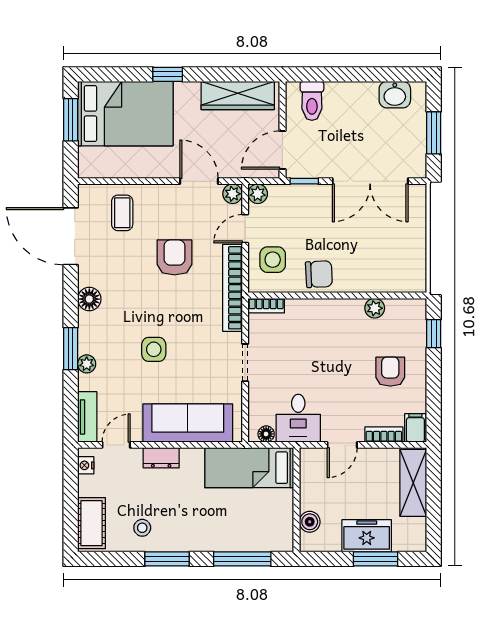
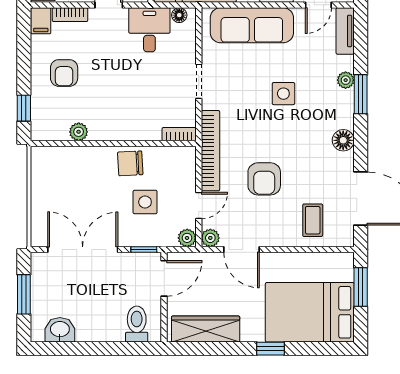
window: (71, 120) -> (361, 287), moved
side table: (273, 260) -> (145, 202), moved

